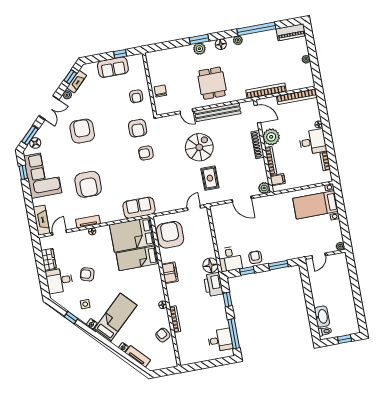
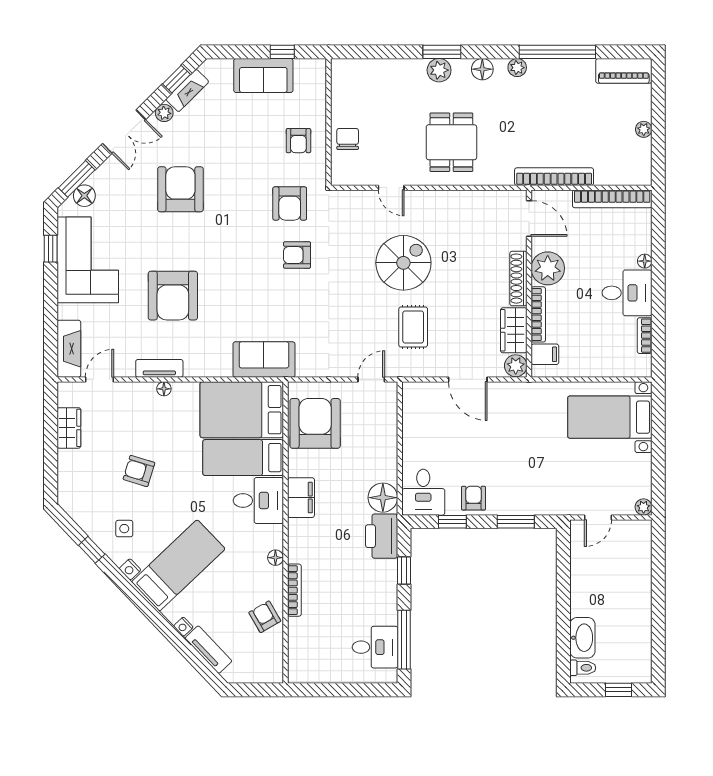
bench: (218, 112) -> (452, 201), removed
wardrobe: (260, 171) -> (514, 330), added
desk: (59, 281) -> (258, 501), moved, turned 180

